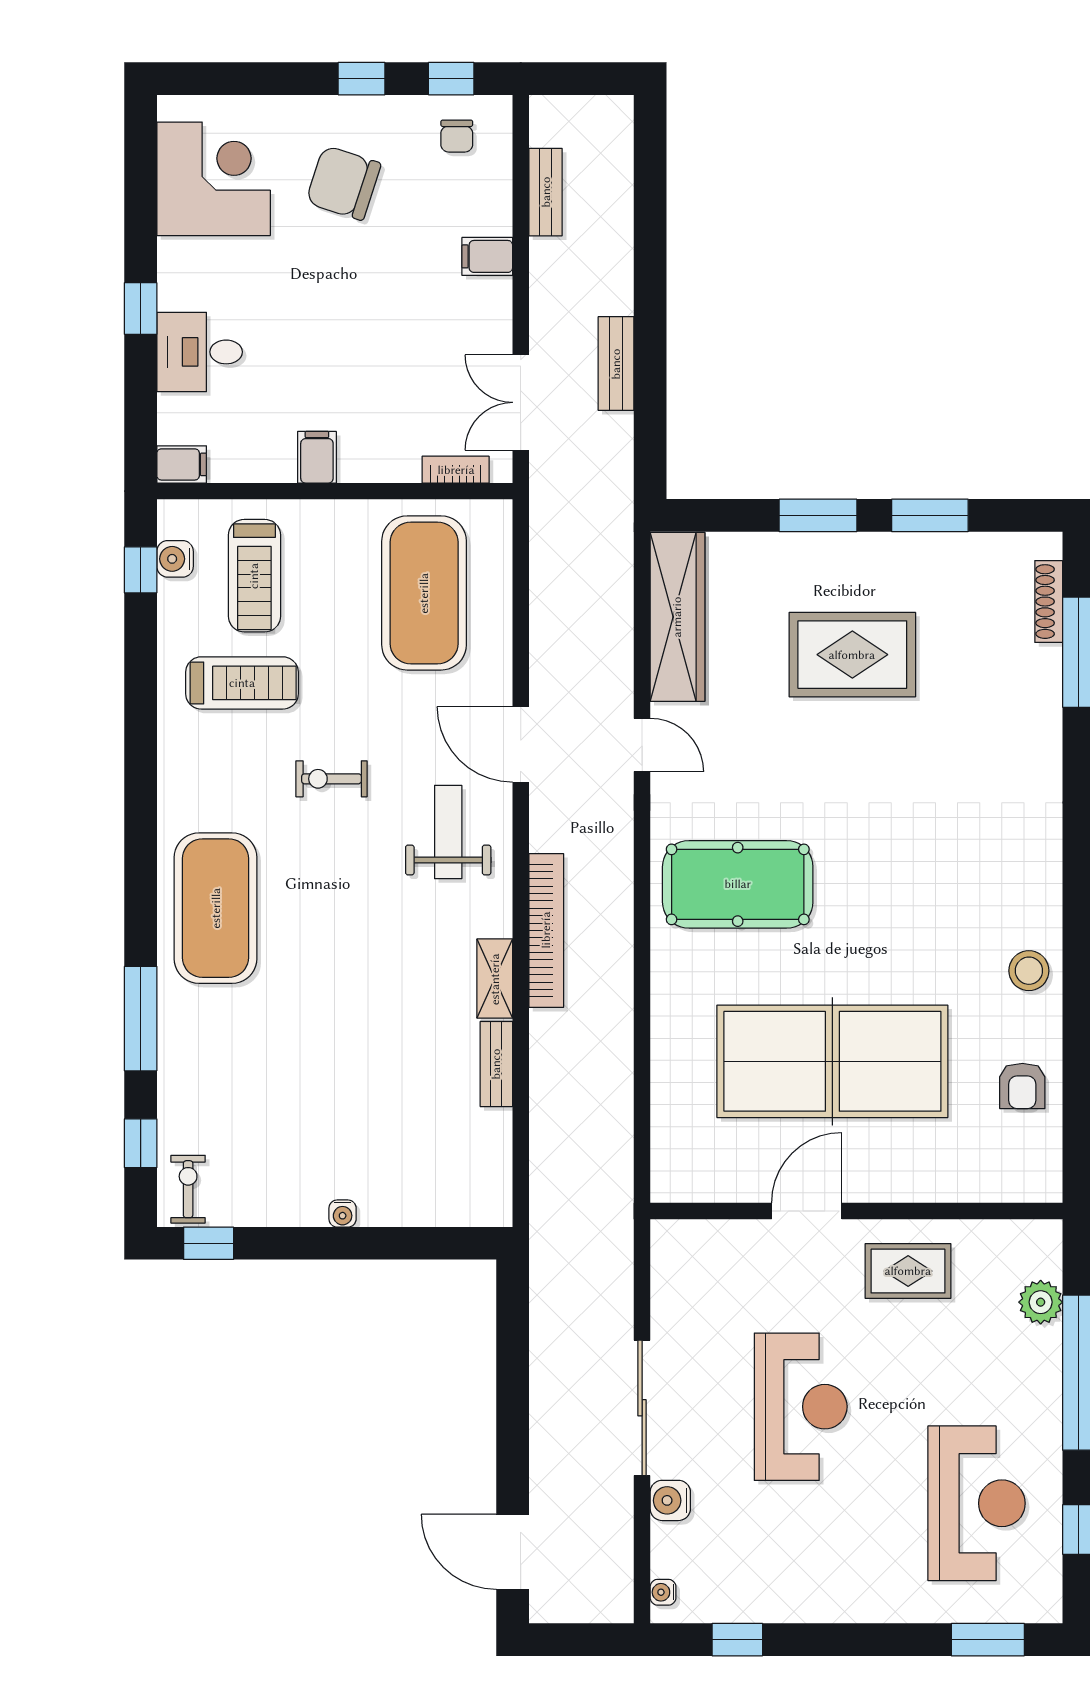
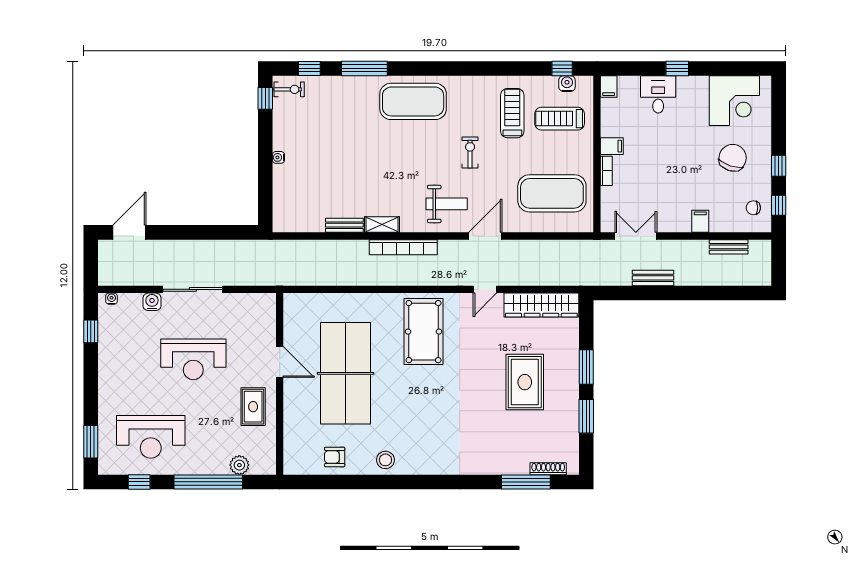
bookcase: (456, 470) -> (606, 171), moved
treadmill: (242, 683) -> (512, 113), turned 180

